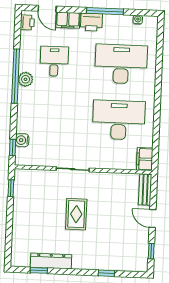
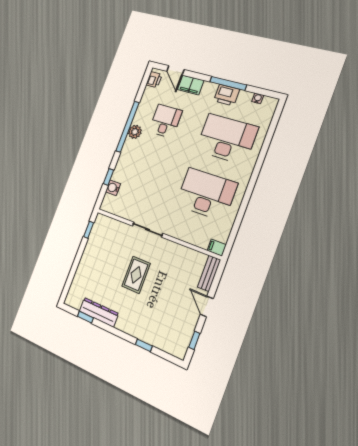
printer: (91, 22) -> (226, 95), moved
window: (13, 147) -> (108, 177), moved
filing cabinet: (145, 159) -> (217, 248), width x0.50

